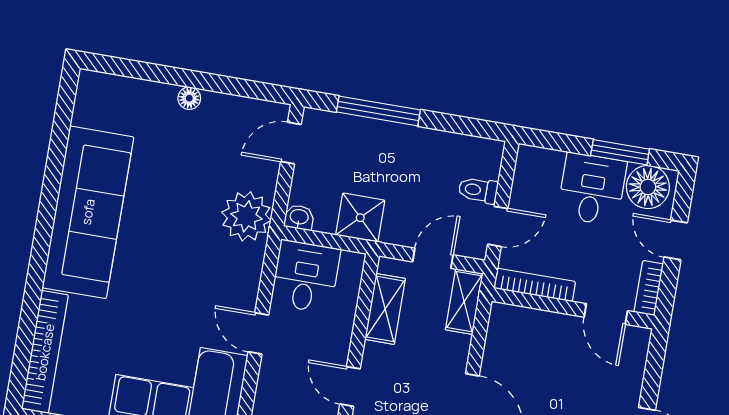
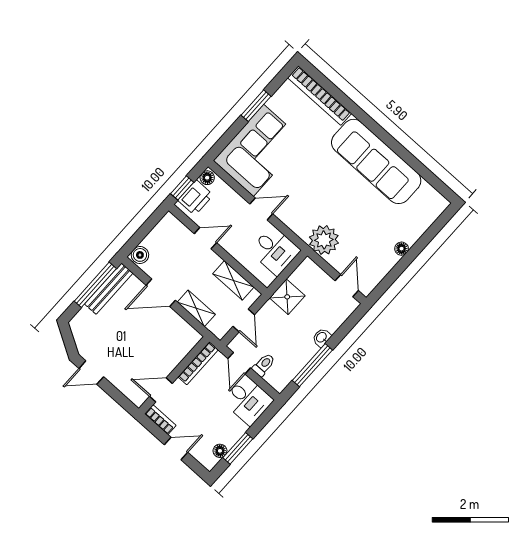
window: (378, 111) -> (312, 365), moved
floor lamp: (648, 187) -> (220, 451), width x0.53, depth x0.53
desk: (592, 189) -> (248, 401), moved
washbasin: (299, 217) -> (322, 337), moved, turned 180
shelving: (464, 302) -> (196, 308), moved

